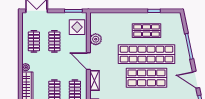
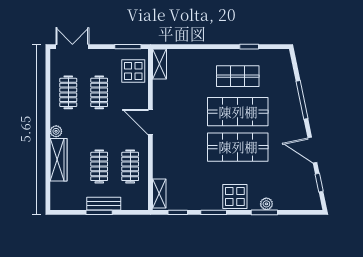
plant: (96, 39) -> (161, 89), removed
shop shelf: (147, 54) -> (238, 112), width x0.71
shelving: (94, 80) -> (160, 64), moved

